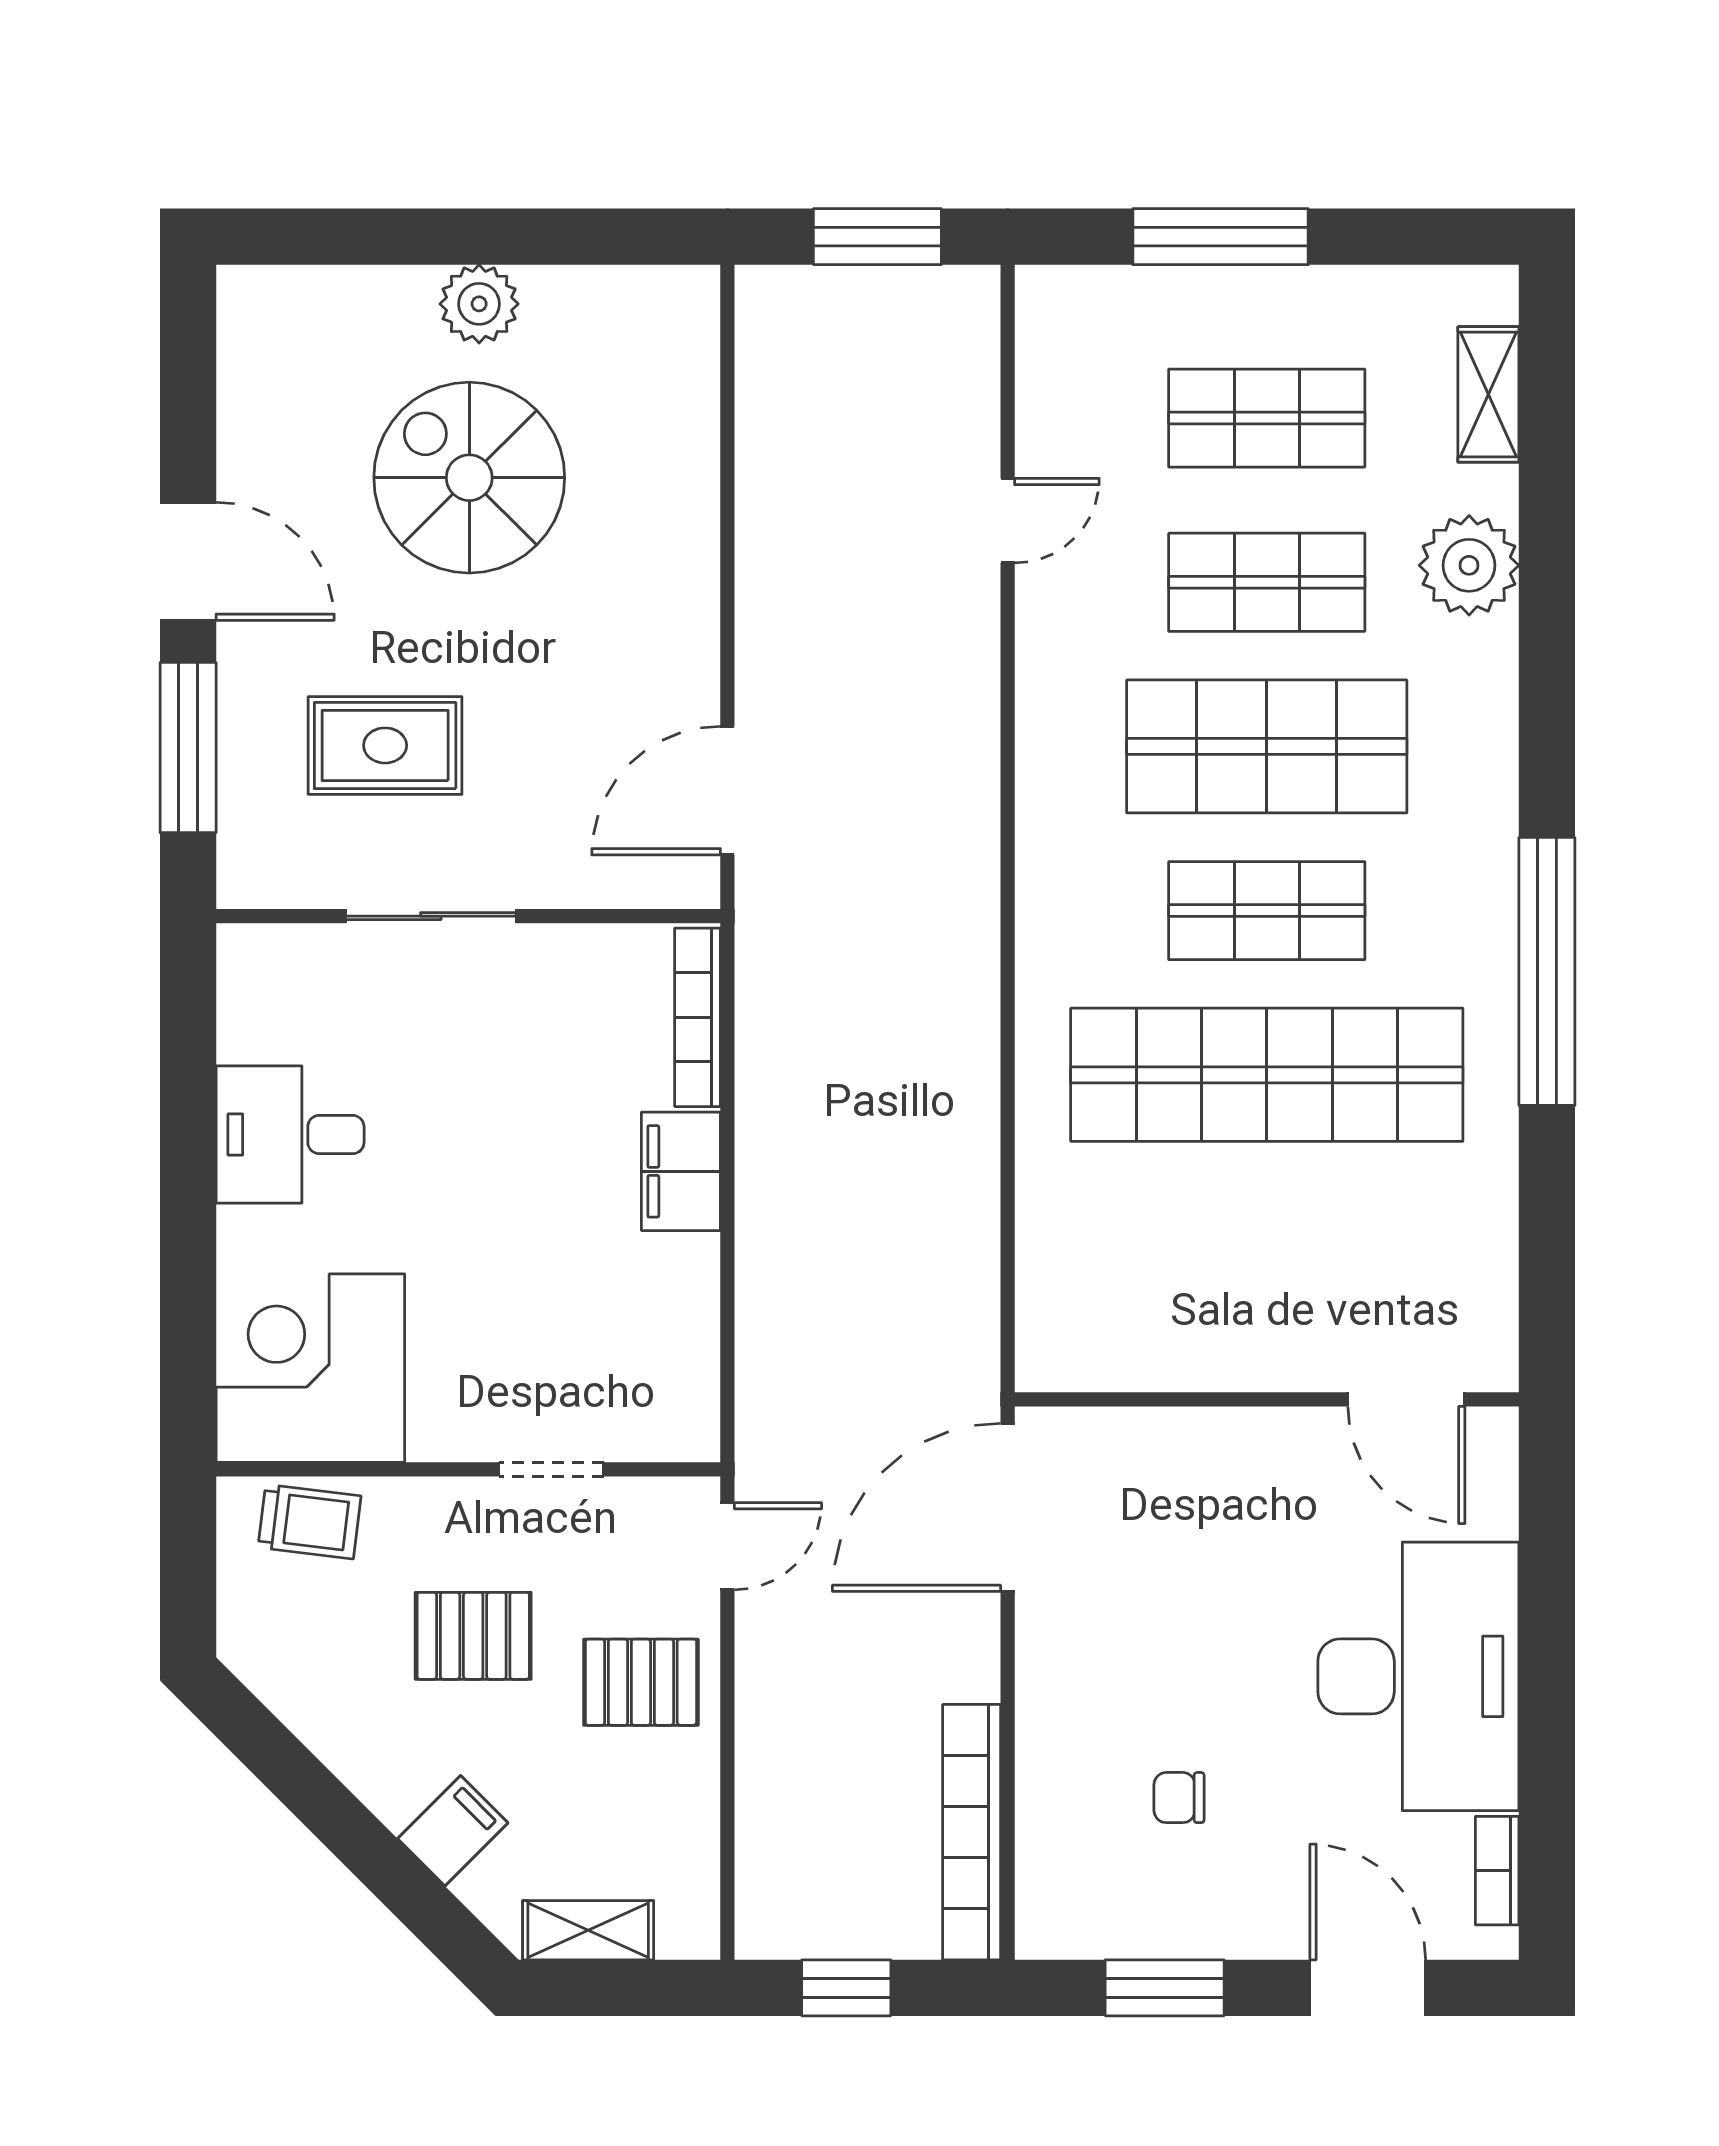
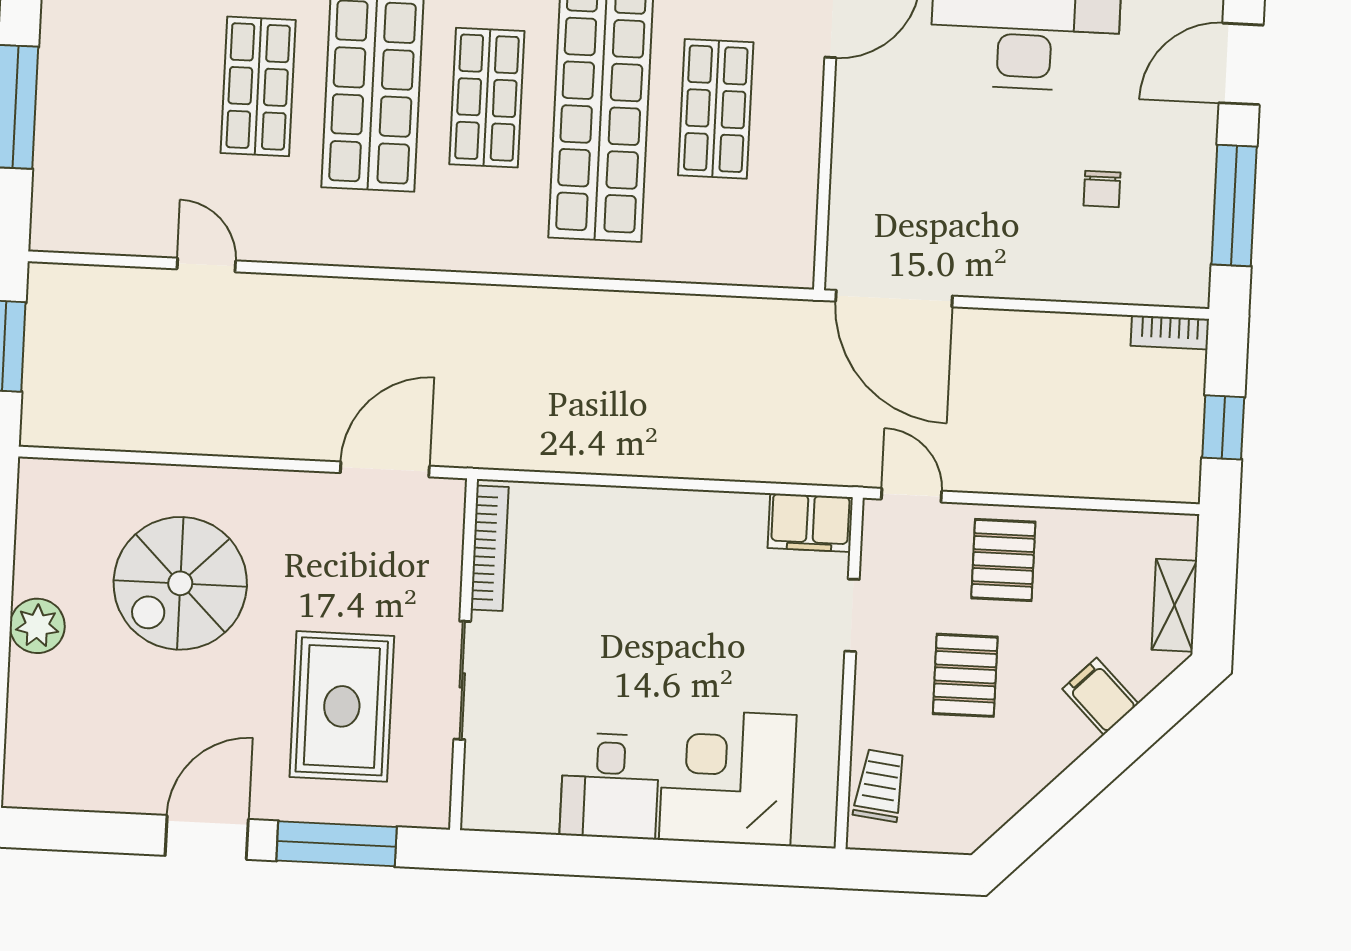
shop shelf: (1267, 418) -> (716, 109), moved
spiral stairs: (469, 478) -> (180, 583), moved
rug: (385, 745) -> (342, 706), width x1.36, depth x1.43
door: (727, 791) -> (385, 469), swing flipped
bookcase: (698, 1017) -> (490, 548), moved, turned -90
filing cabinet: (681, 1171) -> (810, 523), moved
corner desk: (310, 1368) -> (728, 777), moved, turned 90
bookcase: (972, 1832) -> (1170, 332), width x0.43, depth x0.76
window: (1165, 1988) -> (1234, 205), width x1.44

